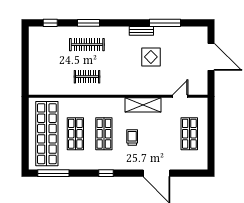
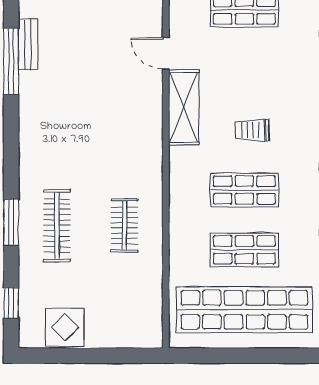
bench: (141, 31) -> (28, 44), moved
display table: (151, 57) -> (65, 327), moved
door: (180, 96) -> (166, 53), moved

